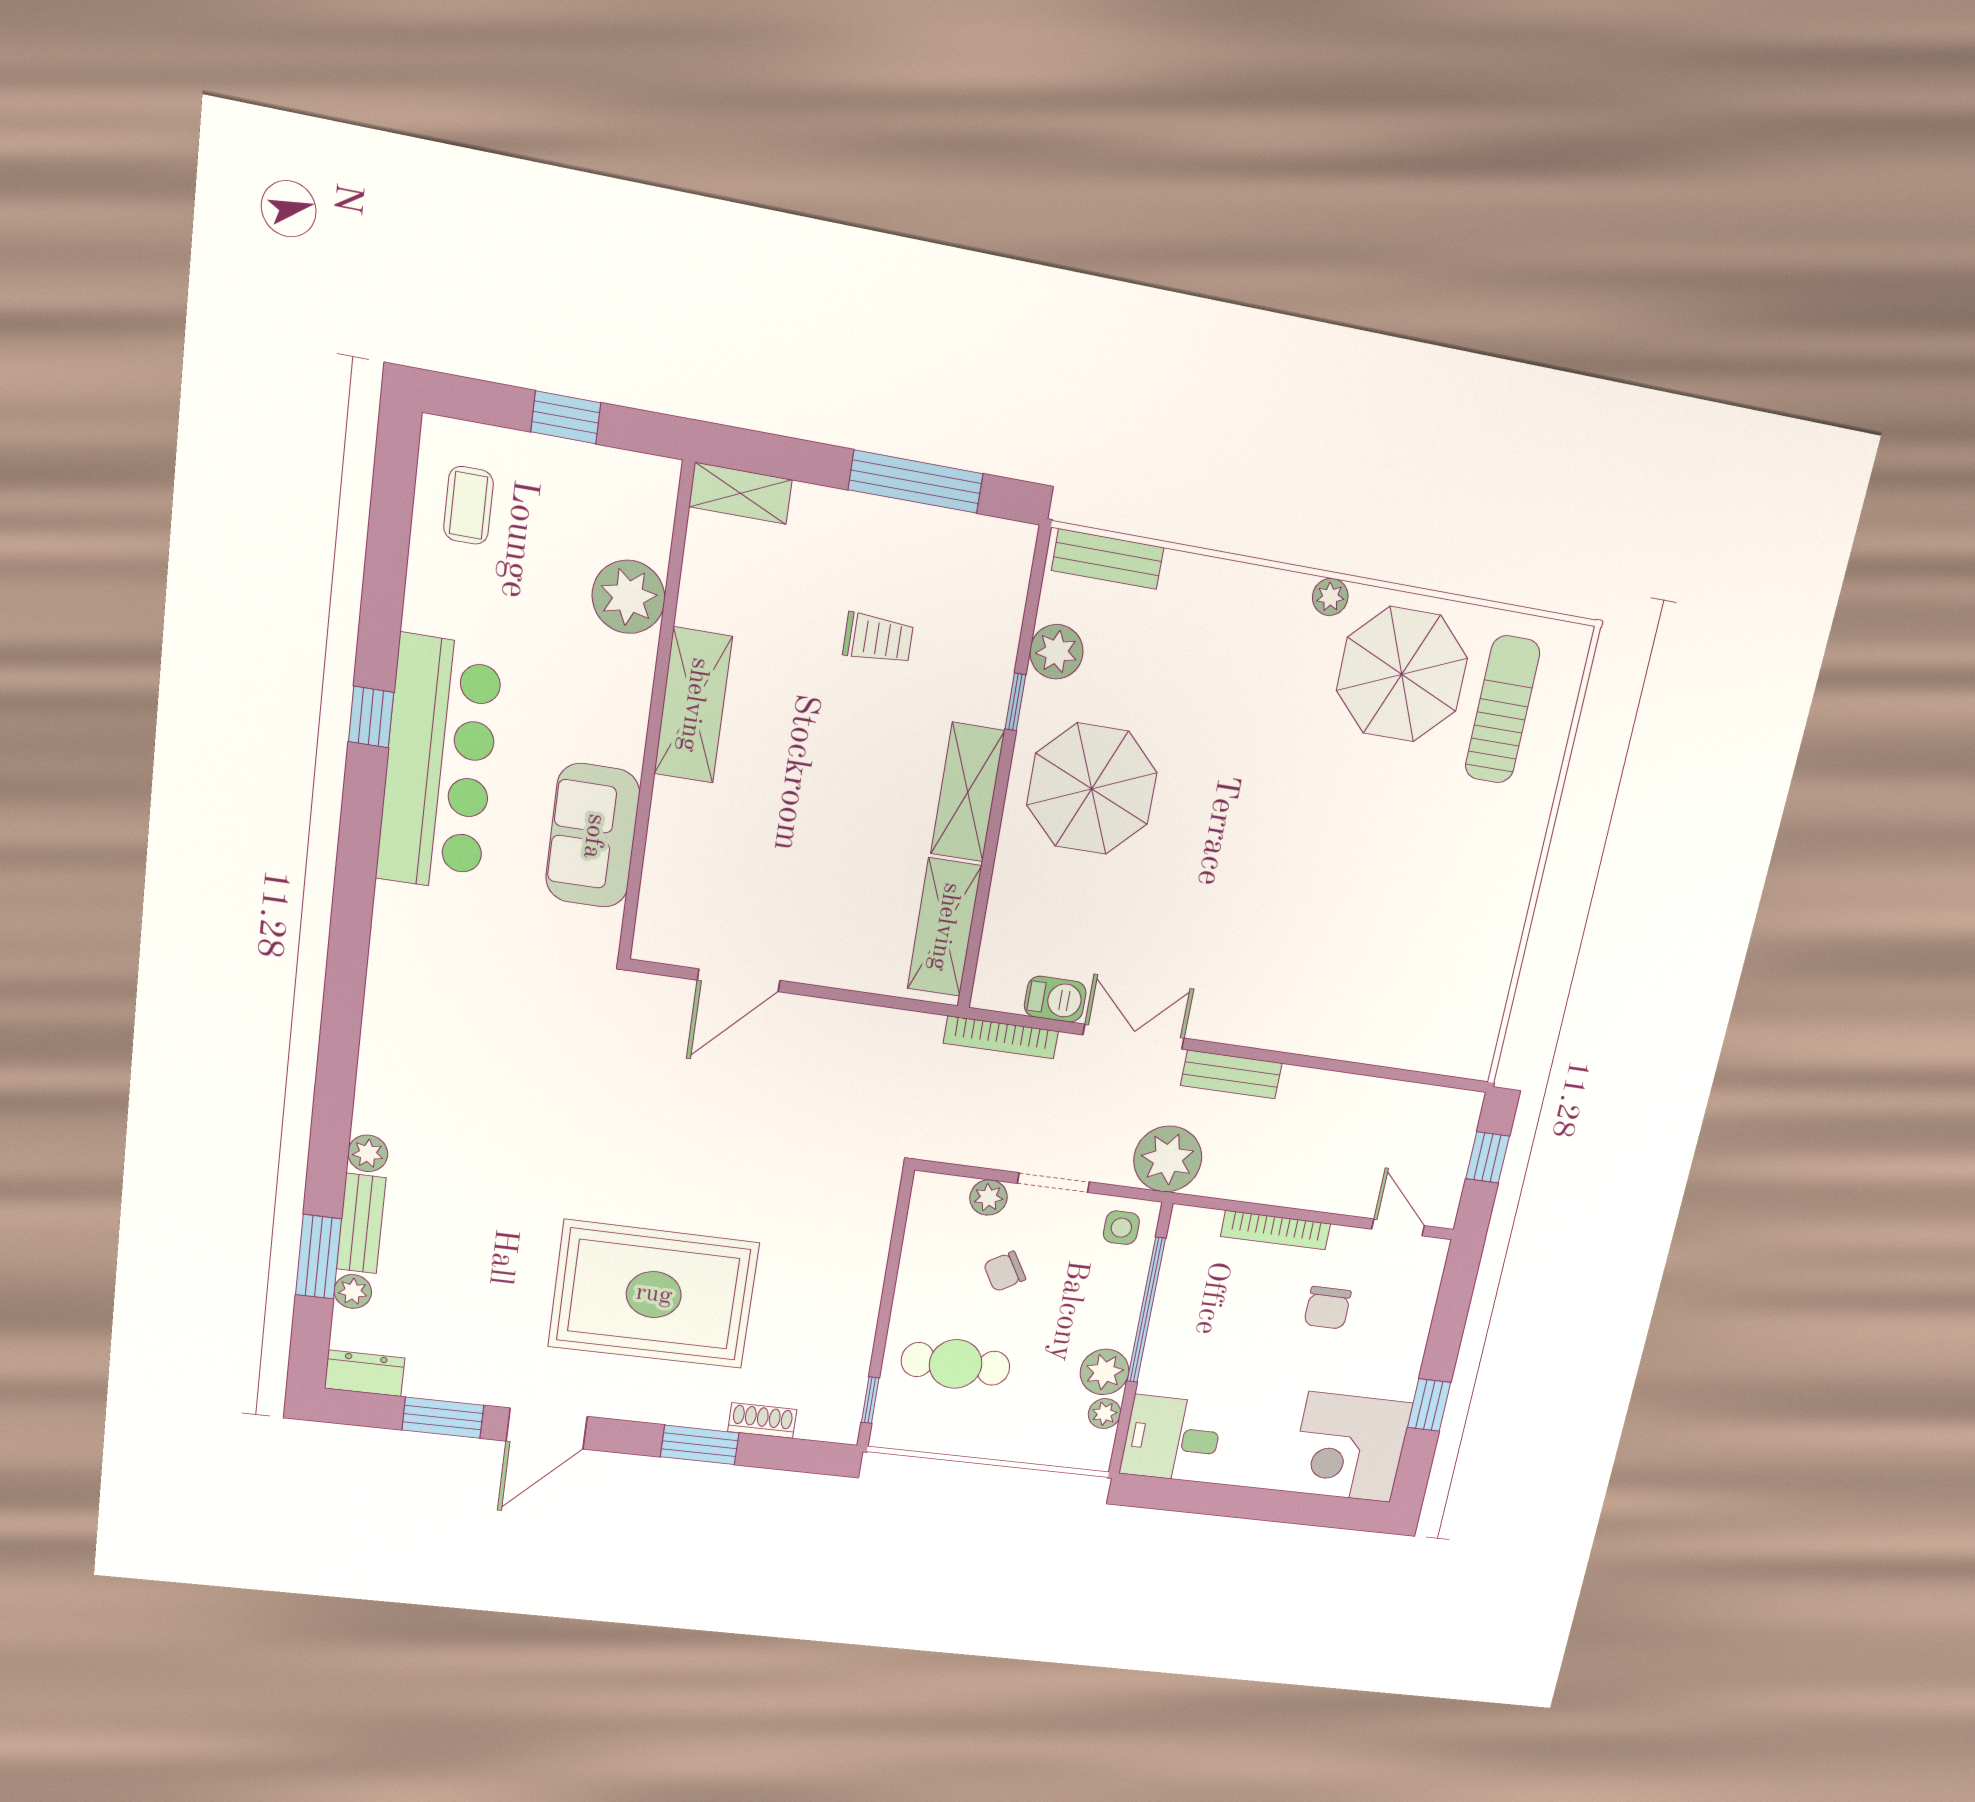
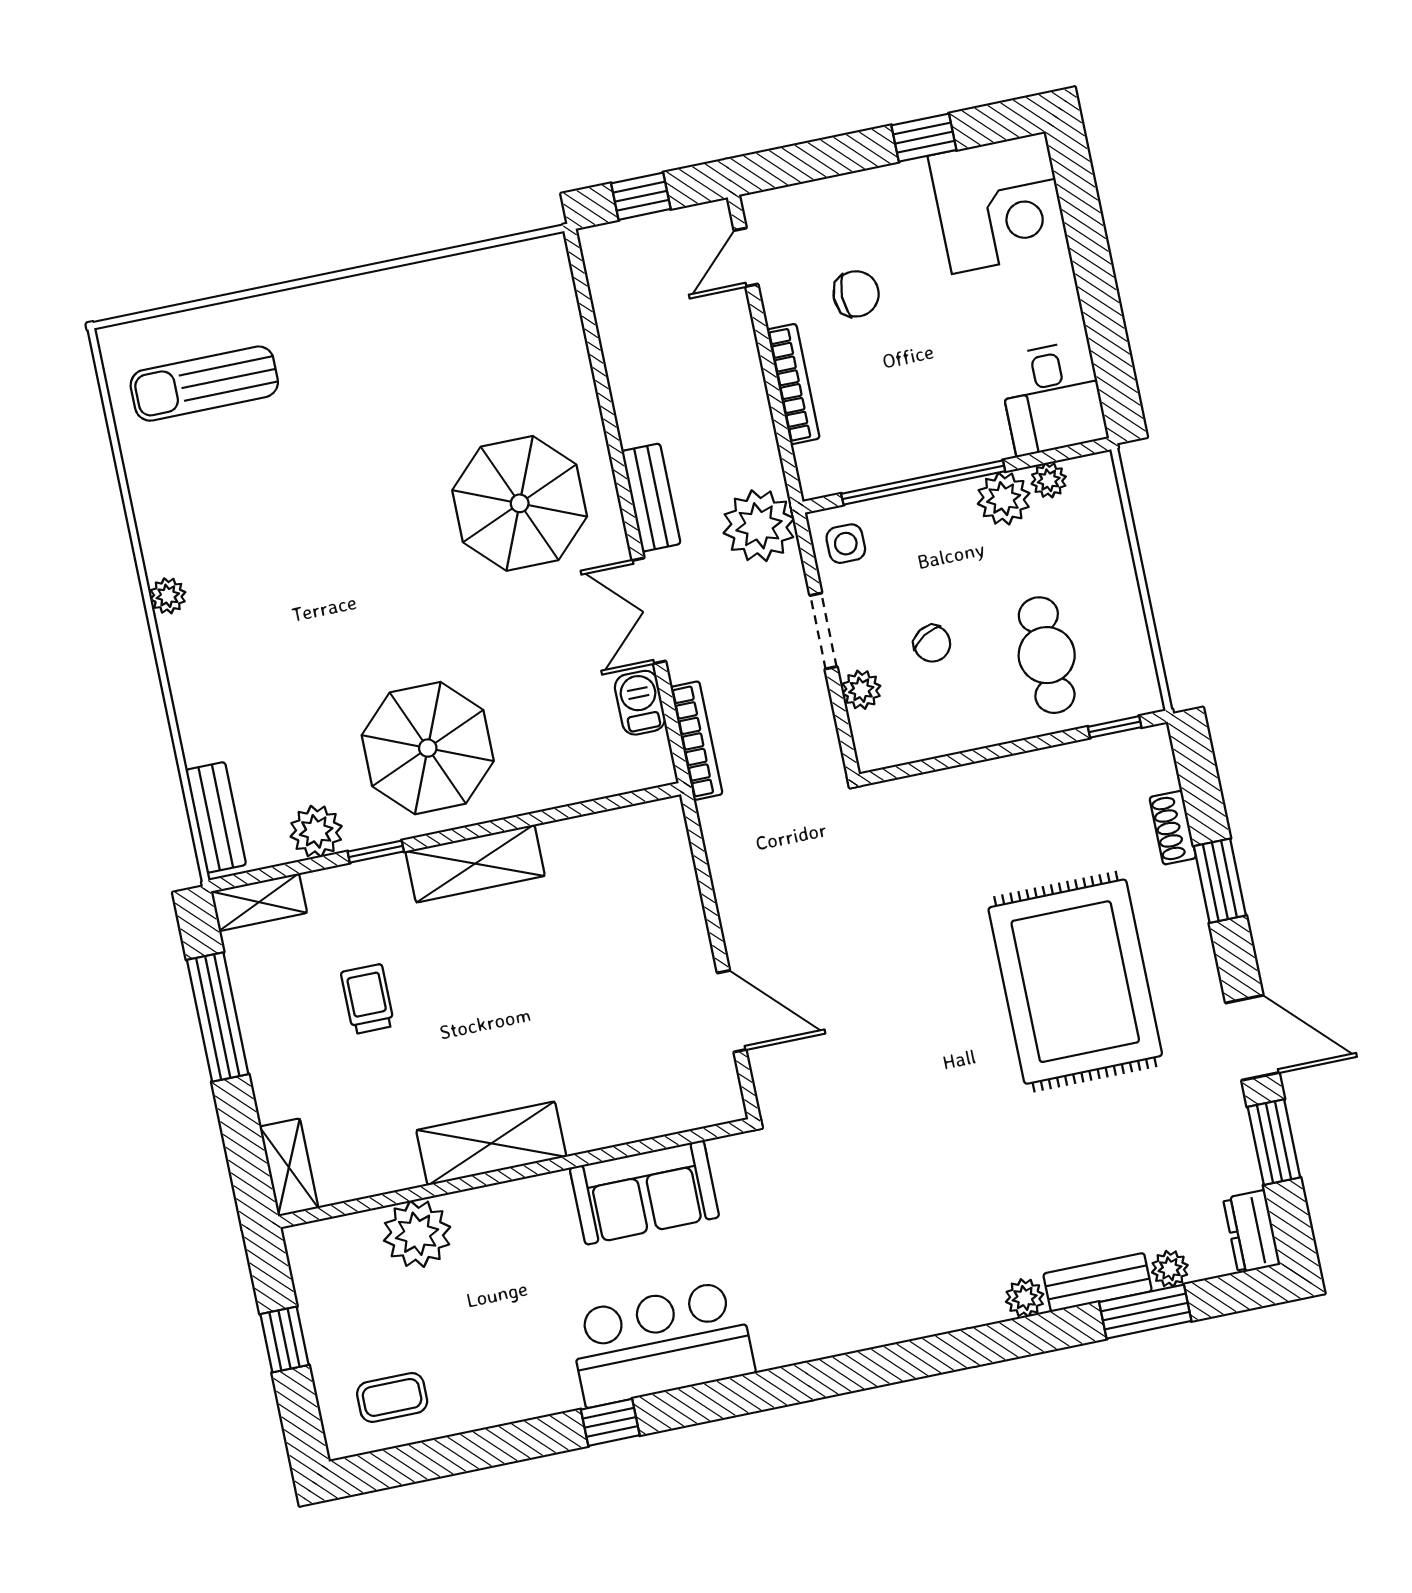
parasol: (1402, 674) -> (520, 503), moved
bar counter: (439, 764) -> (661, 1343), width x0.73
shelving: (944, 927) -> (259, 902), moved, width x0.67, depth x0.75

